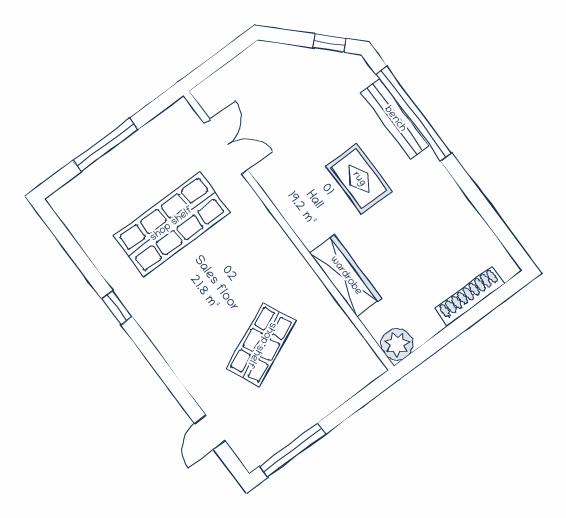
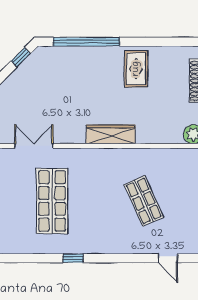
bench: (395, 119) -> (82, 53), removed
rug: (359, 179) -> (136, 69), moved, turned 90
wardrobe: (346, 276) -> (111, 134), moved

